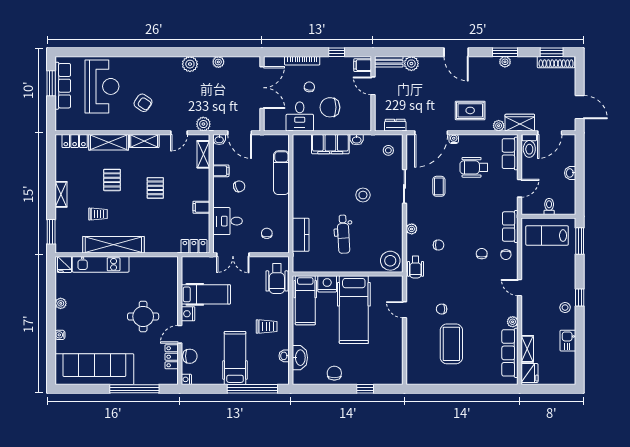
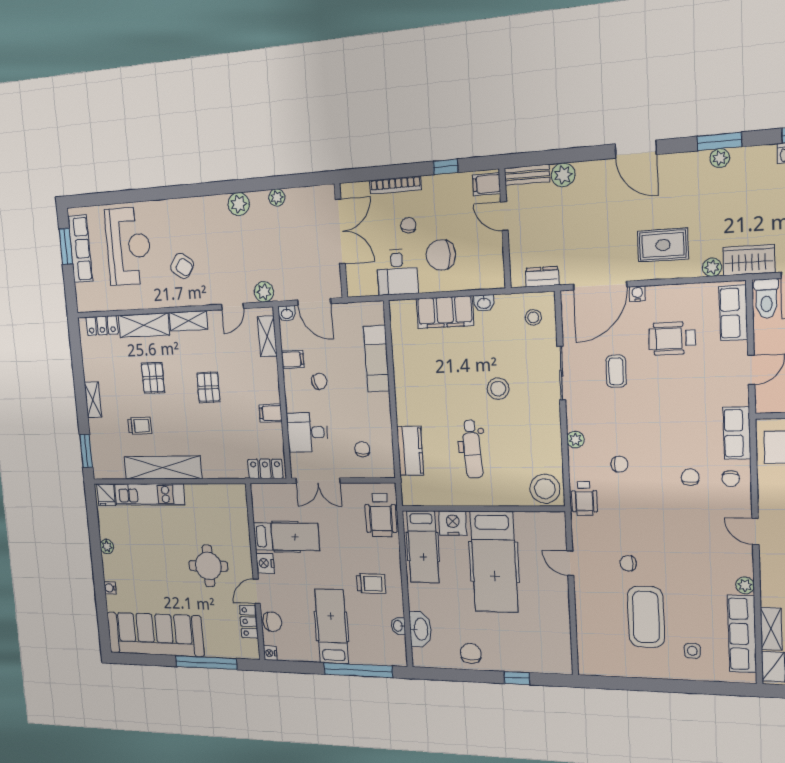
side table: (479, 365) -> (692, 651), added

